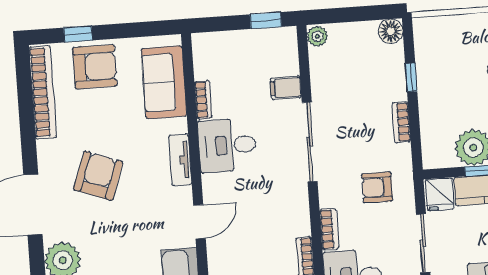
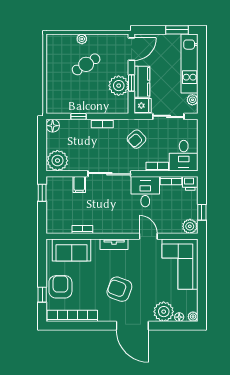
plant: (317, 36) -> (57, 161), width x1.87, depth x1.87
desk: (227, 145) -> (145, 192), moved, turned 180
armchair: (377, 187) -> (137, 139), turned 47

